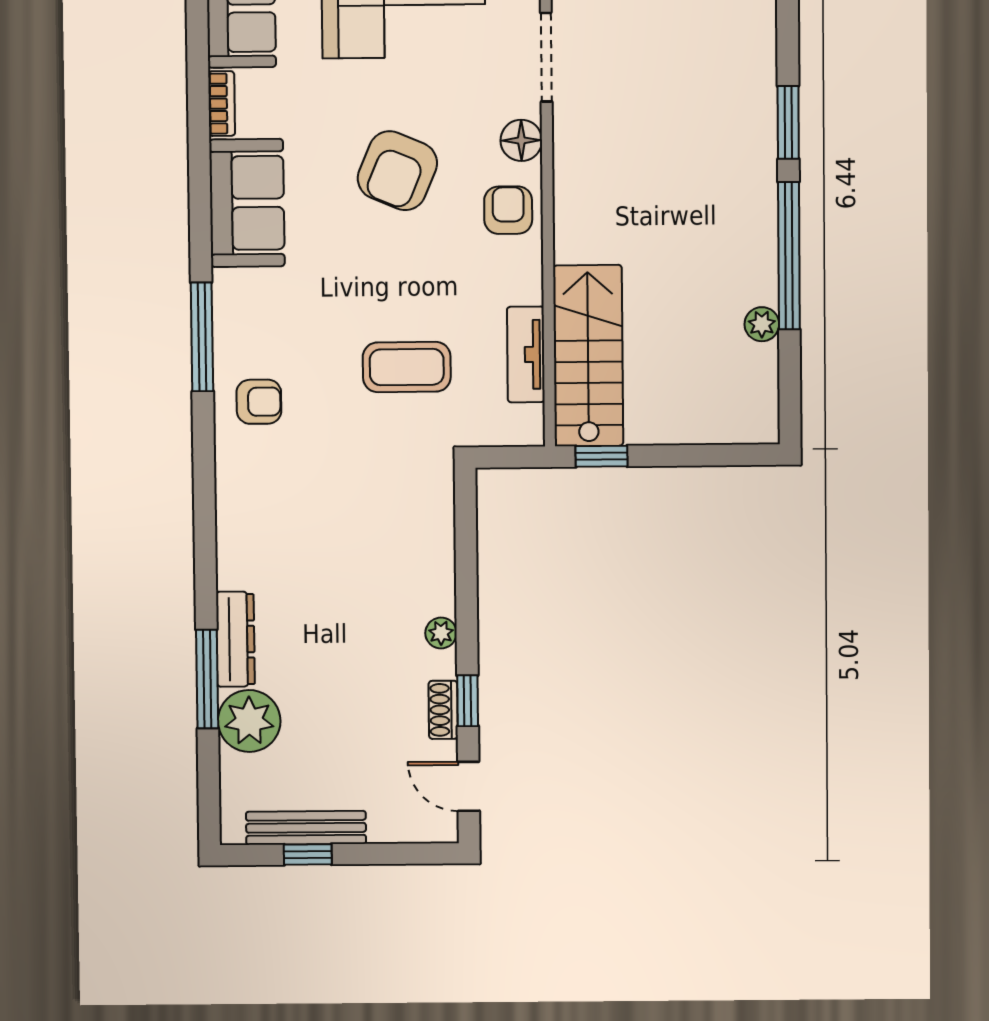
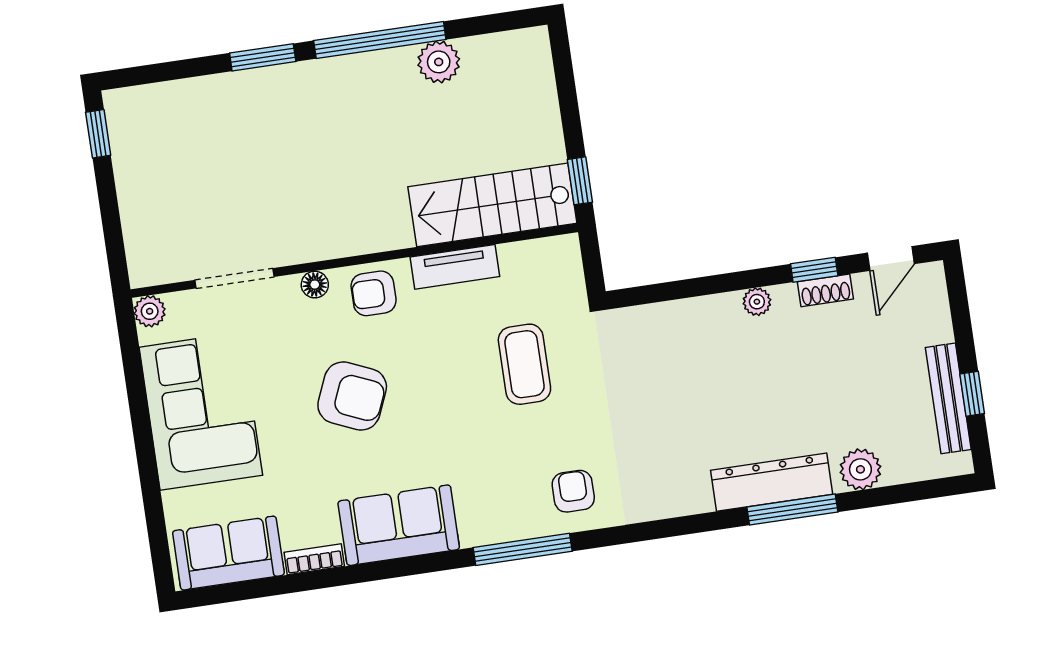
floor lamp: (521, 140) -> (315, 285), width x0.73, depth x0.73
plant: (762, 324) -> (439, 62), width x1.38, depth x1.38
tv unit: (526, 354) -> (455, 267), moved
dresser: (235, 639) -> (772, 482), width x1.37, depth x1.24
window: (207, 679) -> (792, 510), moved
plant: (249, 721) -> (860, 469), width x0.73, depth x0.73

